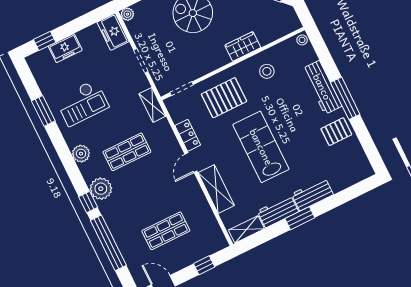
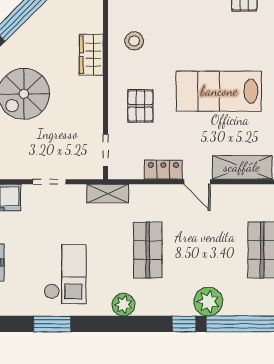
pallet: (224, 98) -> (140, 106), width x0.67, depth x0.71
plant: (101, 189) -> (208, 302), moved

